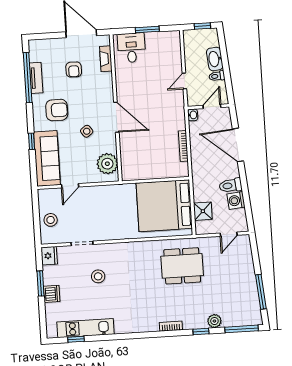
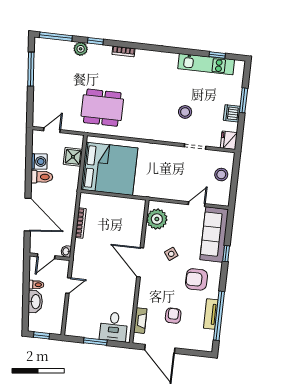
window: (41, 283) -> (244, 100), moved
dishwasher: (52, 294) -> (232, 113), moved

